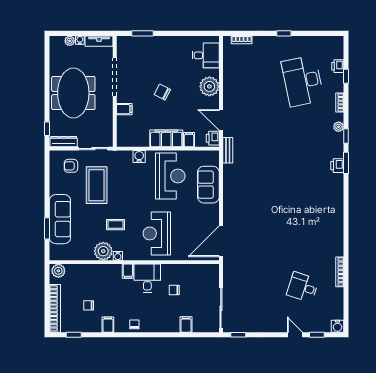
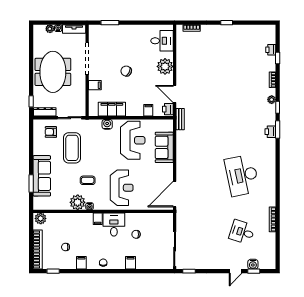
desk: (303, 81) -> (242, 175), moved
filing cabinet: (166, 138) -> (112, 109), moved
reception desk: (157, 233) -> (122, 188), turned 180
filing cabinet: (186, 325) -> (130, 263), moved
water cooler: (338, 326) -> (253, 264), moved
door: (295, 335) -> (236, 271), swing flipped

